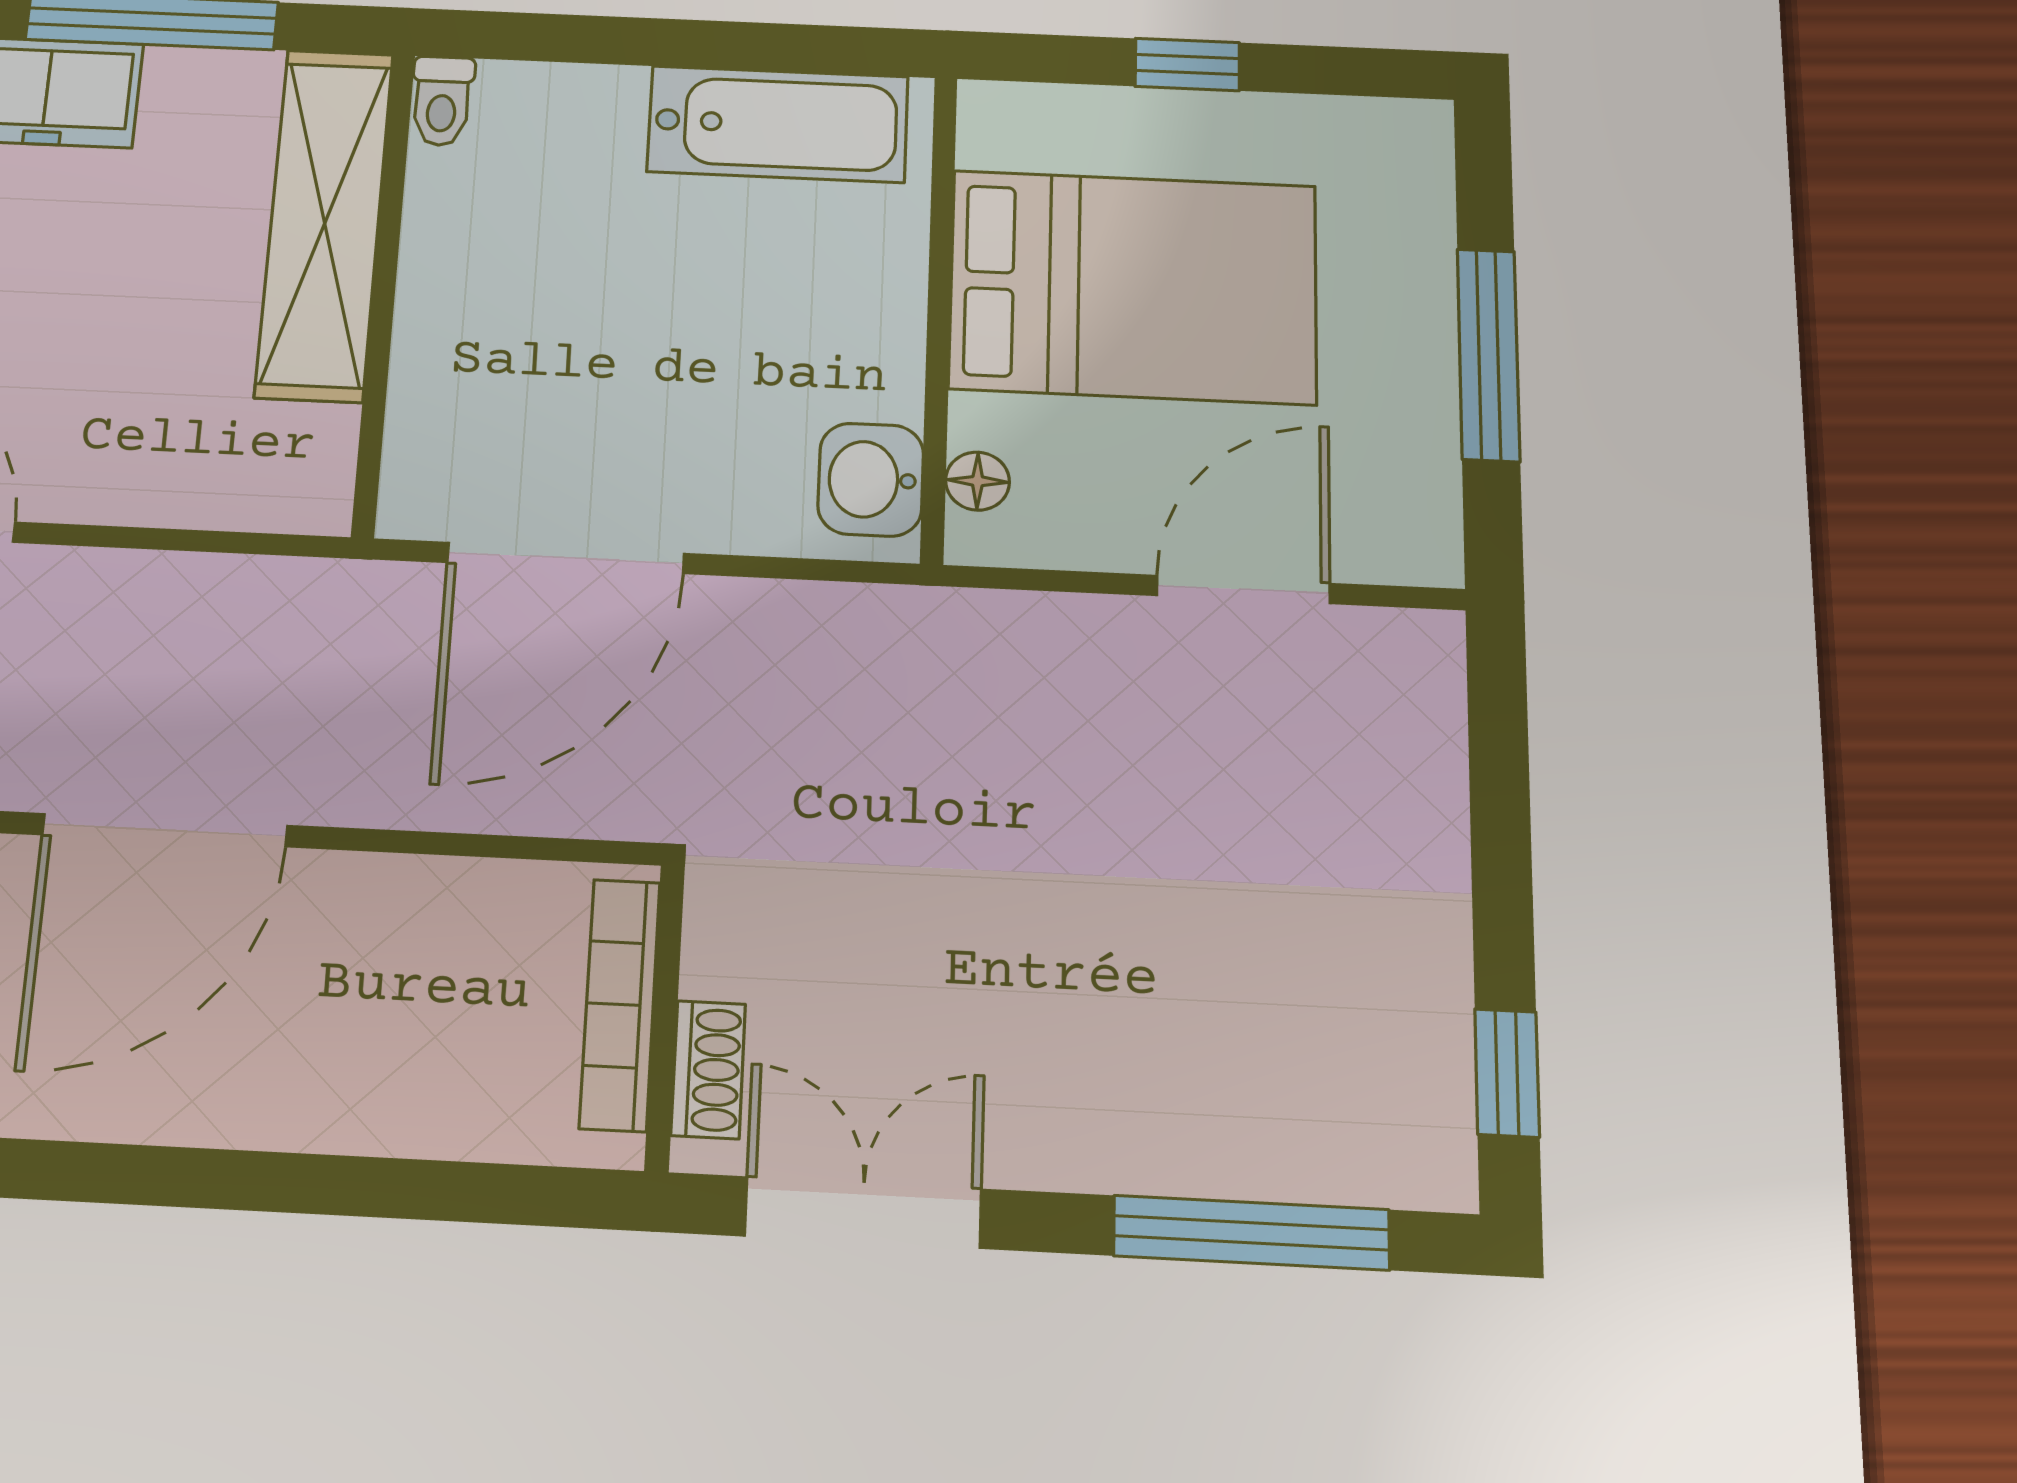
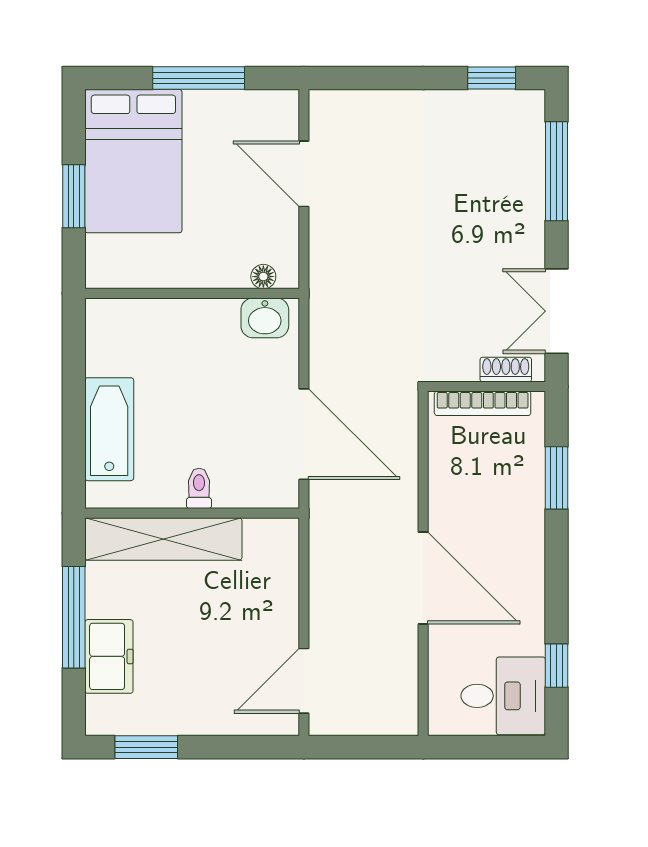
window: (1187, 65) -> (74, 196), width x1.50
toilet: (442, 101) -> (199, 488), moved, turned -90
bathtub: (778, 124) -> (109, 429), moved
bed: (1133, 287) -> (133, 161), moved, turned 180
window: (403, 1189) -> (557, 478), added

